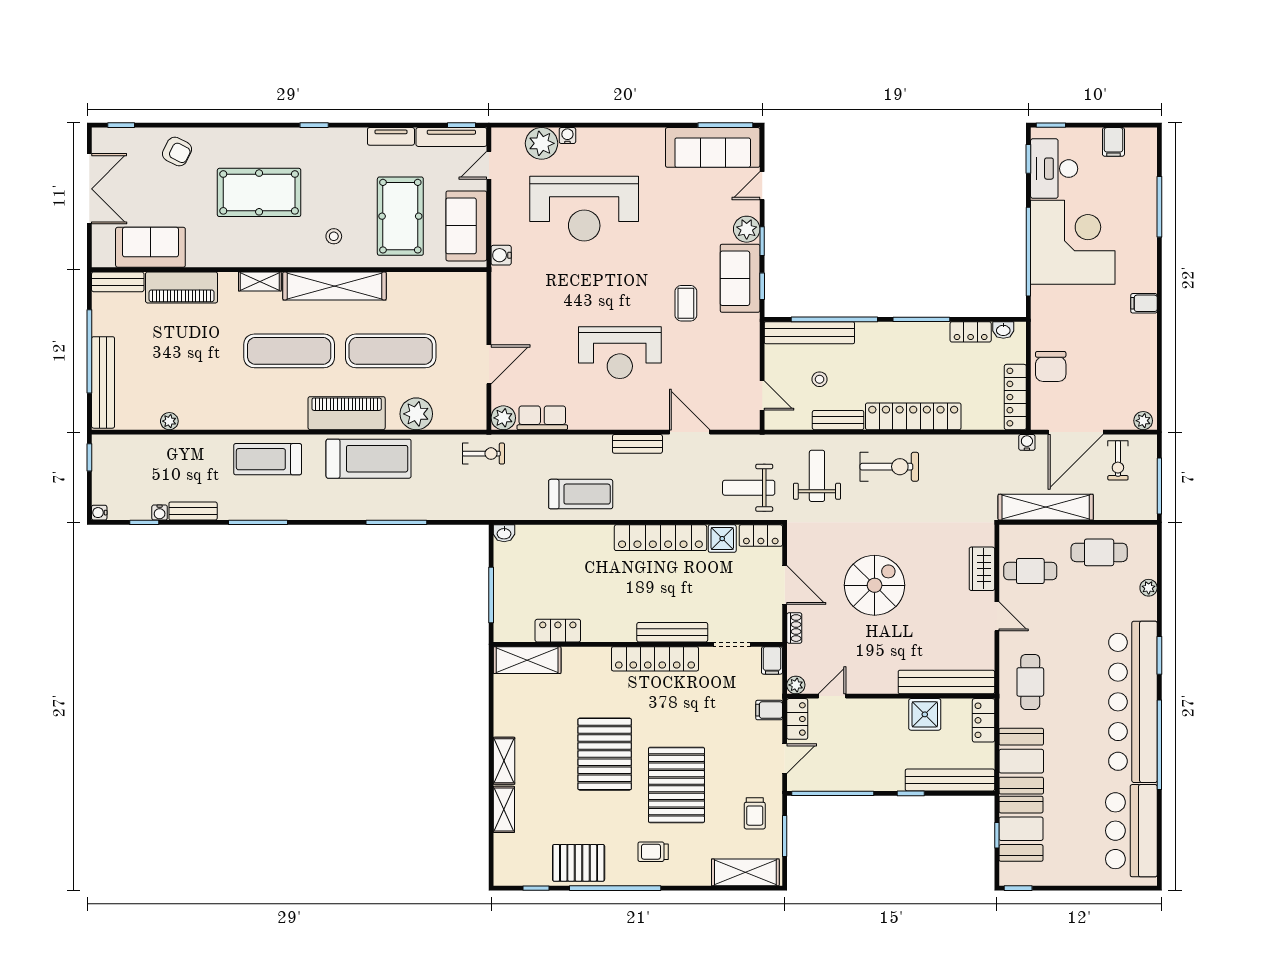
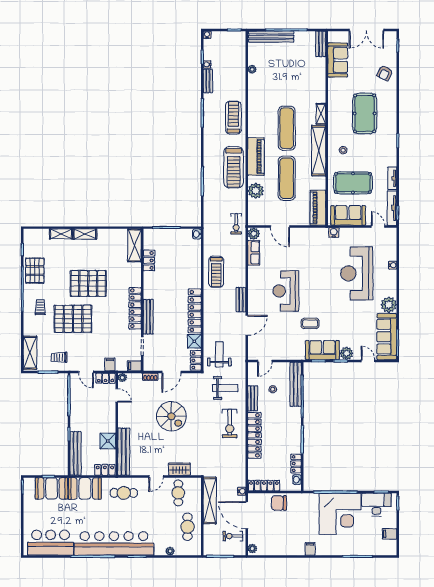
plant: (542, 143) -> (389, 305), moved
piano: (182, 287) -> (318, 208), moved

